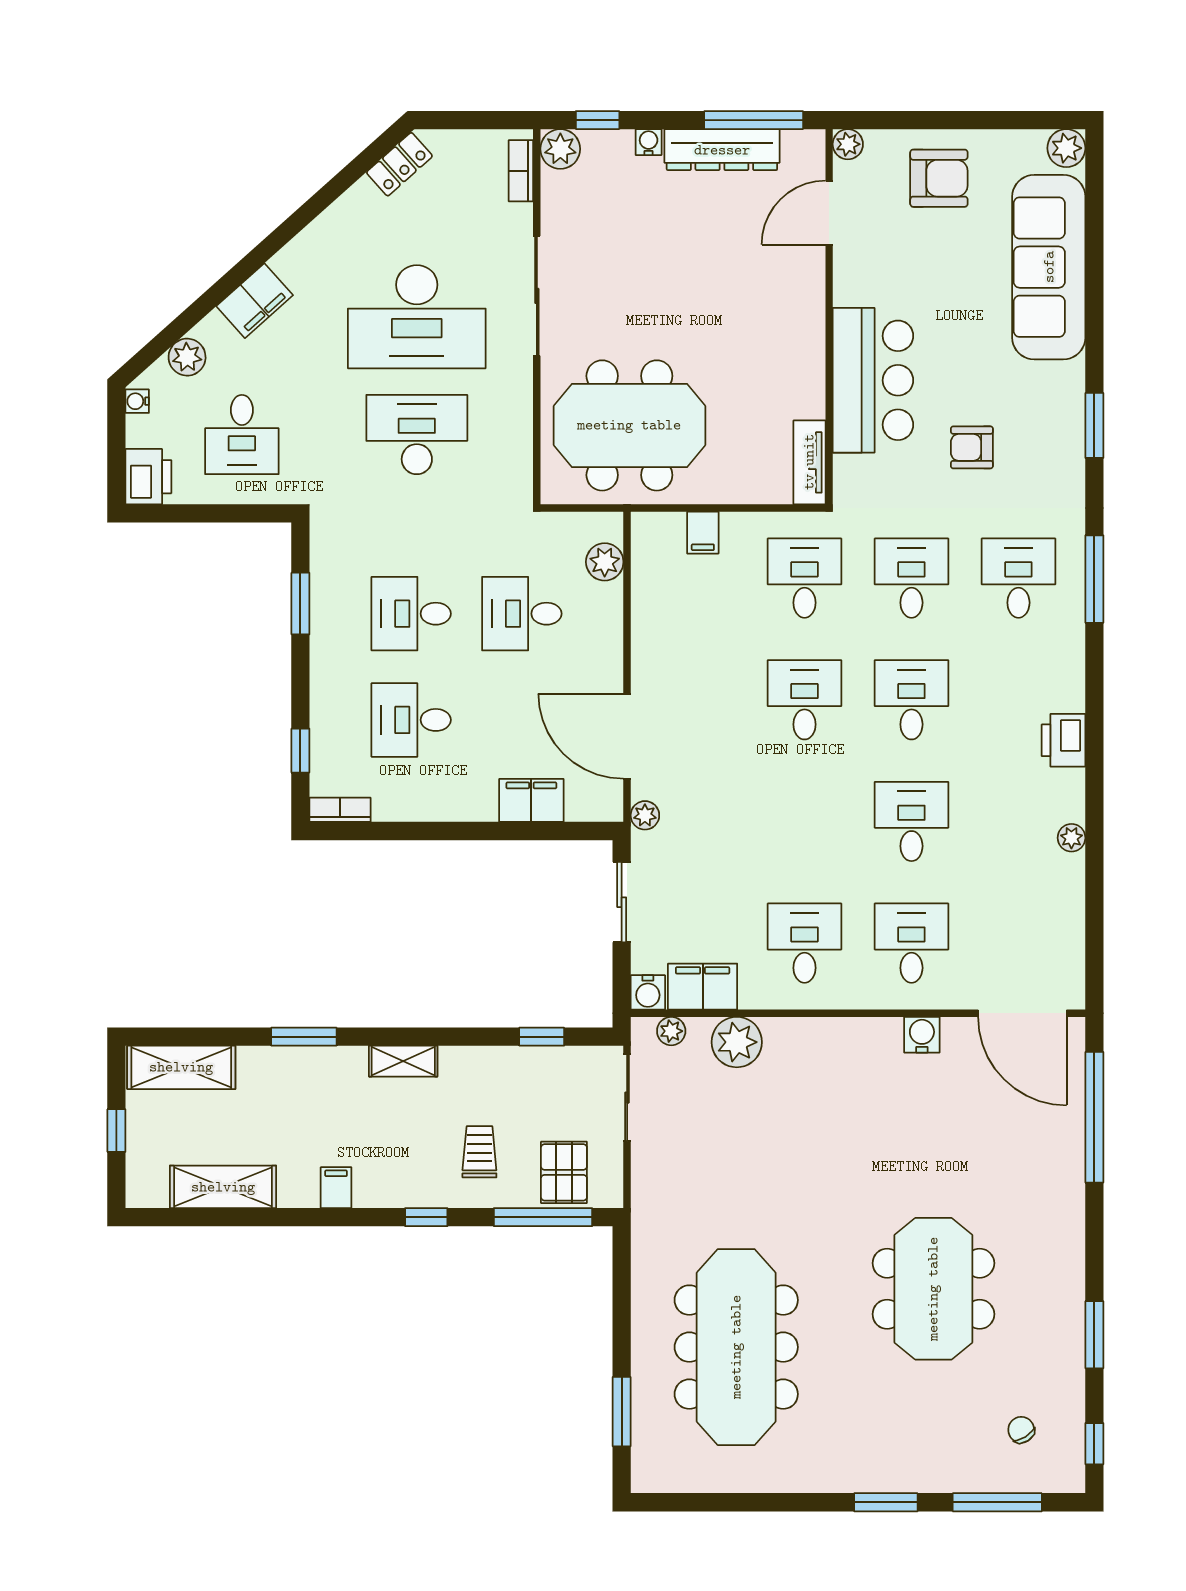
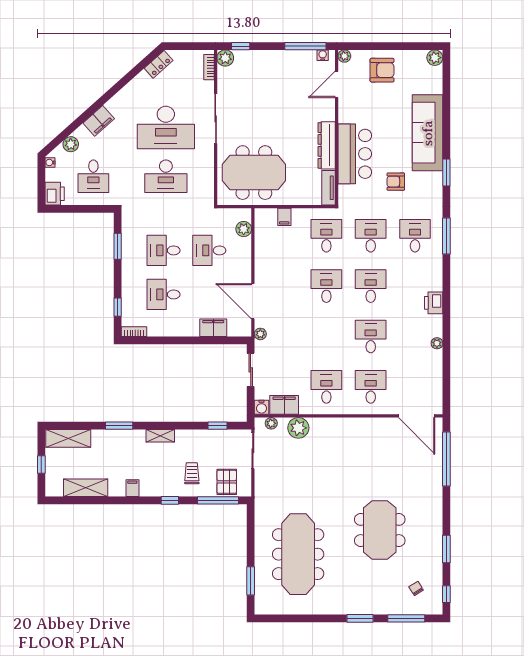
water cooler: (649, 142) -> (323, 55), moved
dresser: (722, 150) -> (327, 145), moved, turned 90
sofa: (1049, 267) -> (428, 133), moved
desk: (417, 435) -> (166, 176), turned 180
water cooler: (922, 1035) -> (375, 425), removed

